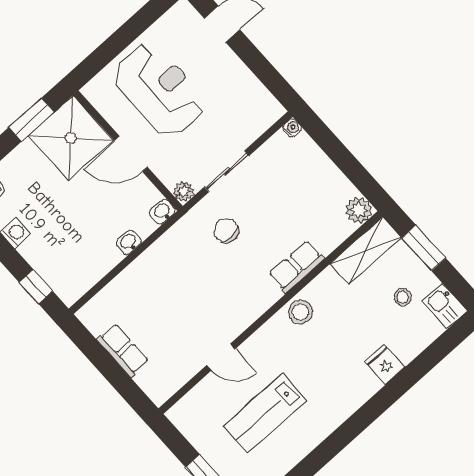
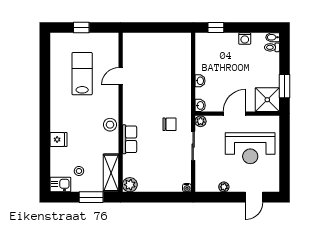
plant: (245, 78) -> (224, 187), added
shower: (71, 138) -> (267, 100), width x0.73, depth x0.73
row of seats: (123, 350) -> (159, 39), removed

